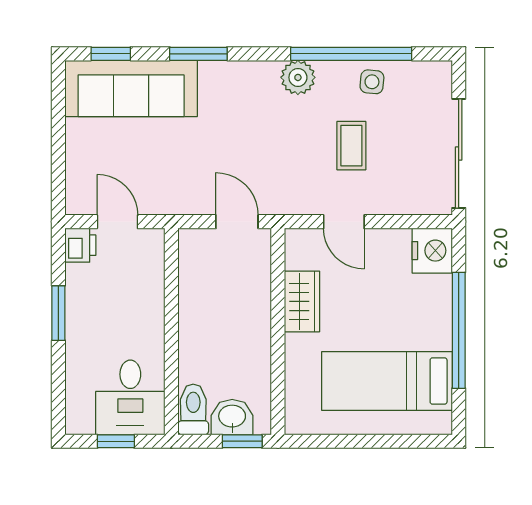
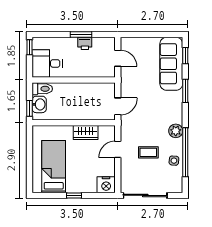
door: (117, 222) -> (118, 58), hinge flipped
printer: (80, 245) -> (85, 43), moved
window: (459, 330) -> (74, 195), width x0.32
window: (116, 441) -> (29, 47), moved

